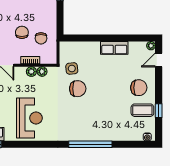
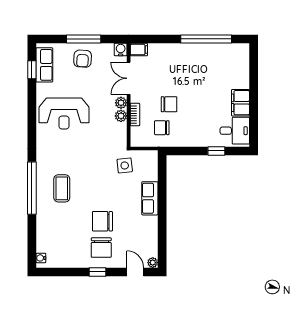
row of seats: (114, 48) -> (150, 198), moved
plant: (42, 72) -> (121, 103), moved
chair: (78, 89) -> (102, 221), moved, turned 90
coffee table: (142, 110) -> (62, 188), moved
window: (159, 111) -> (97, 272), moved

